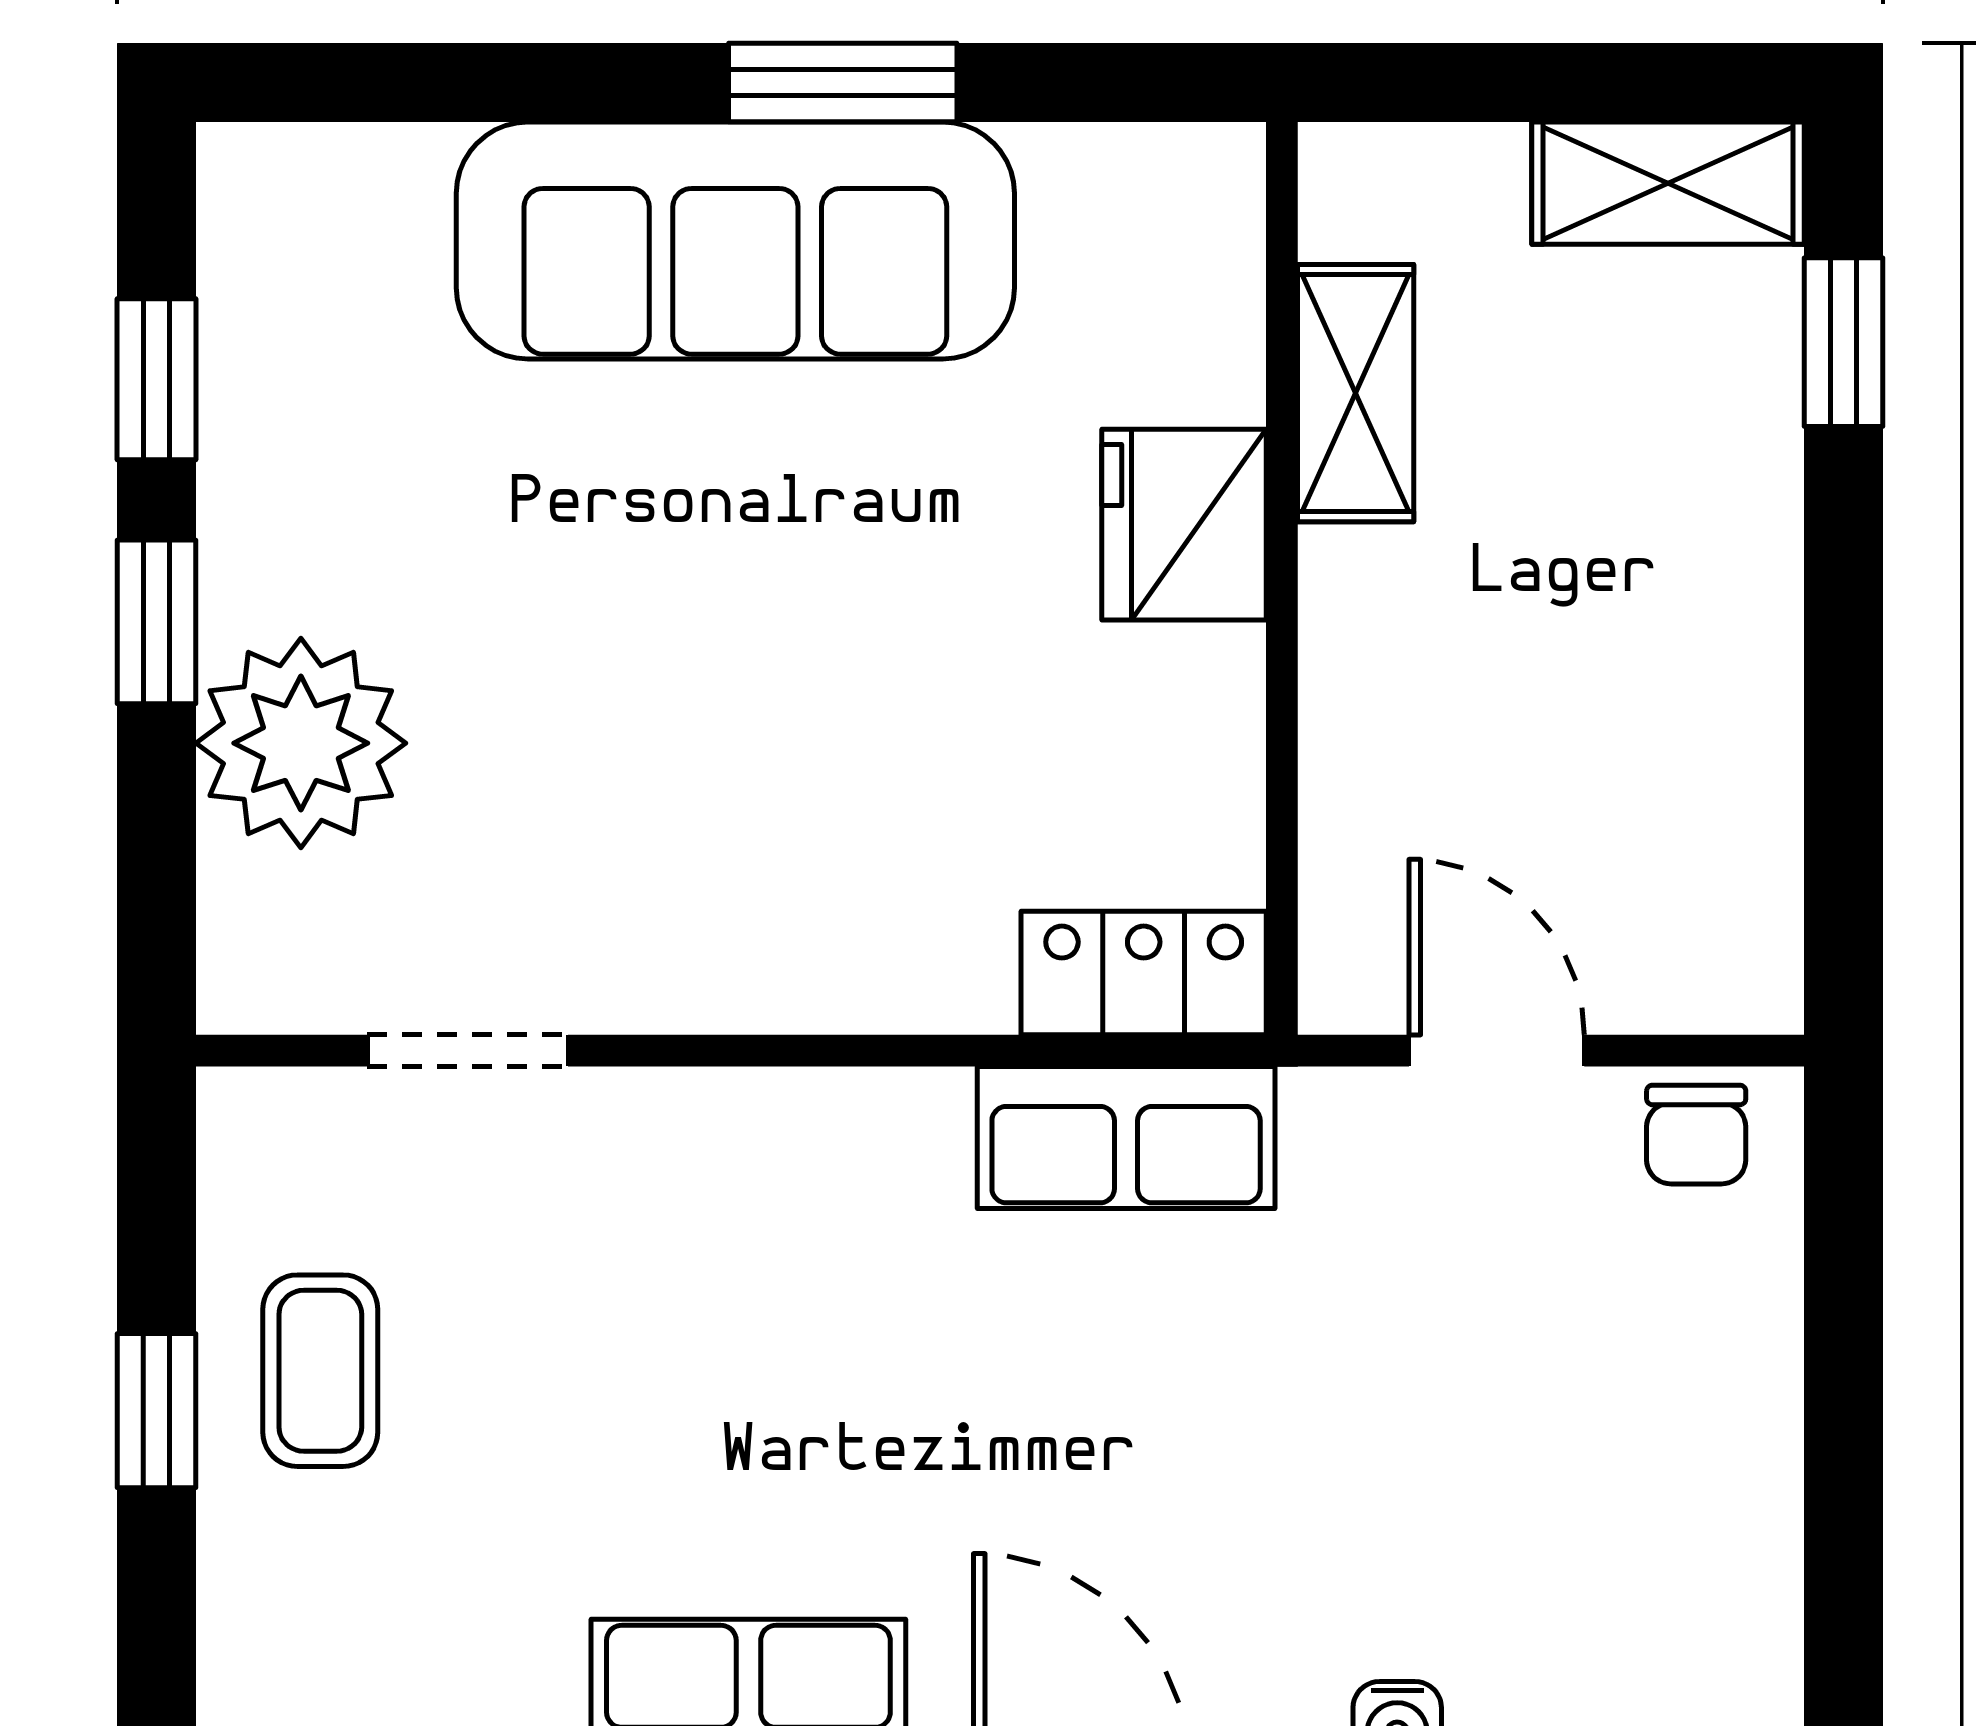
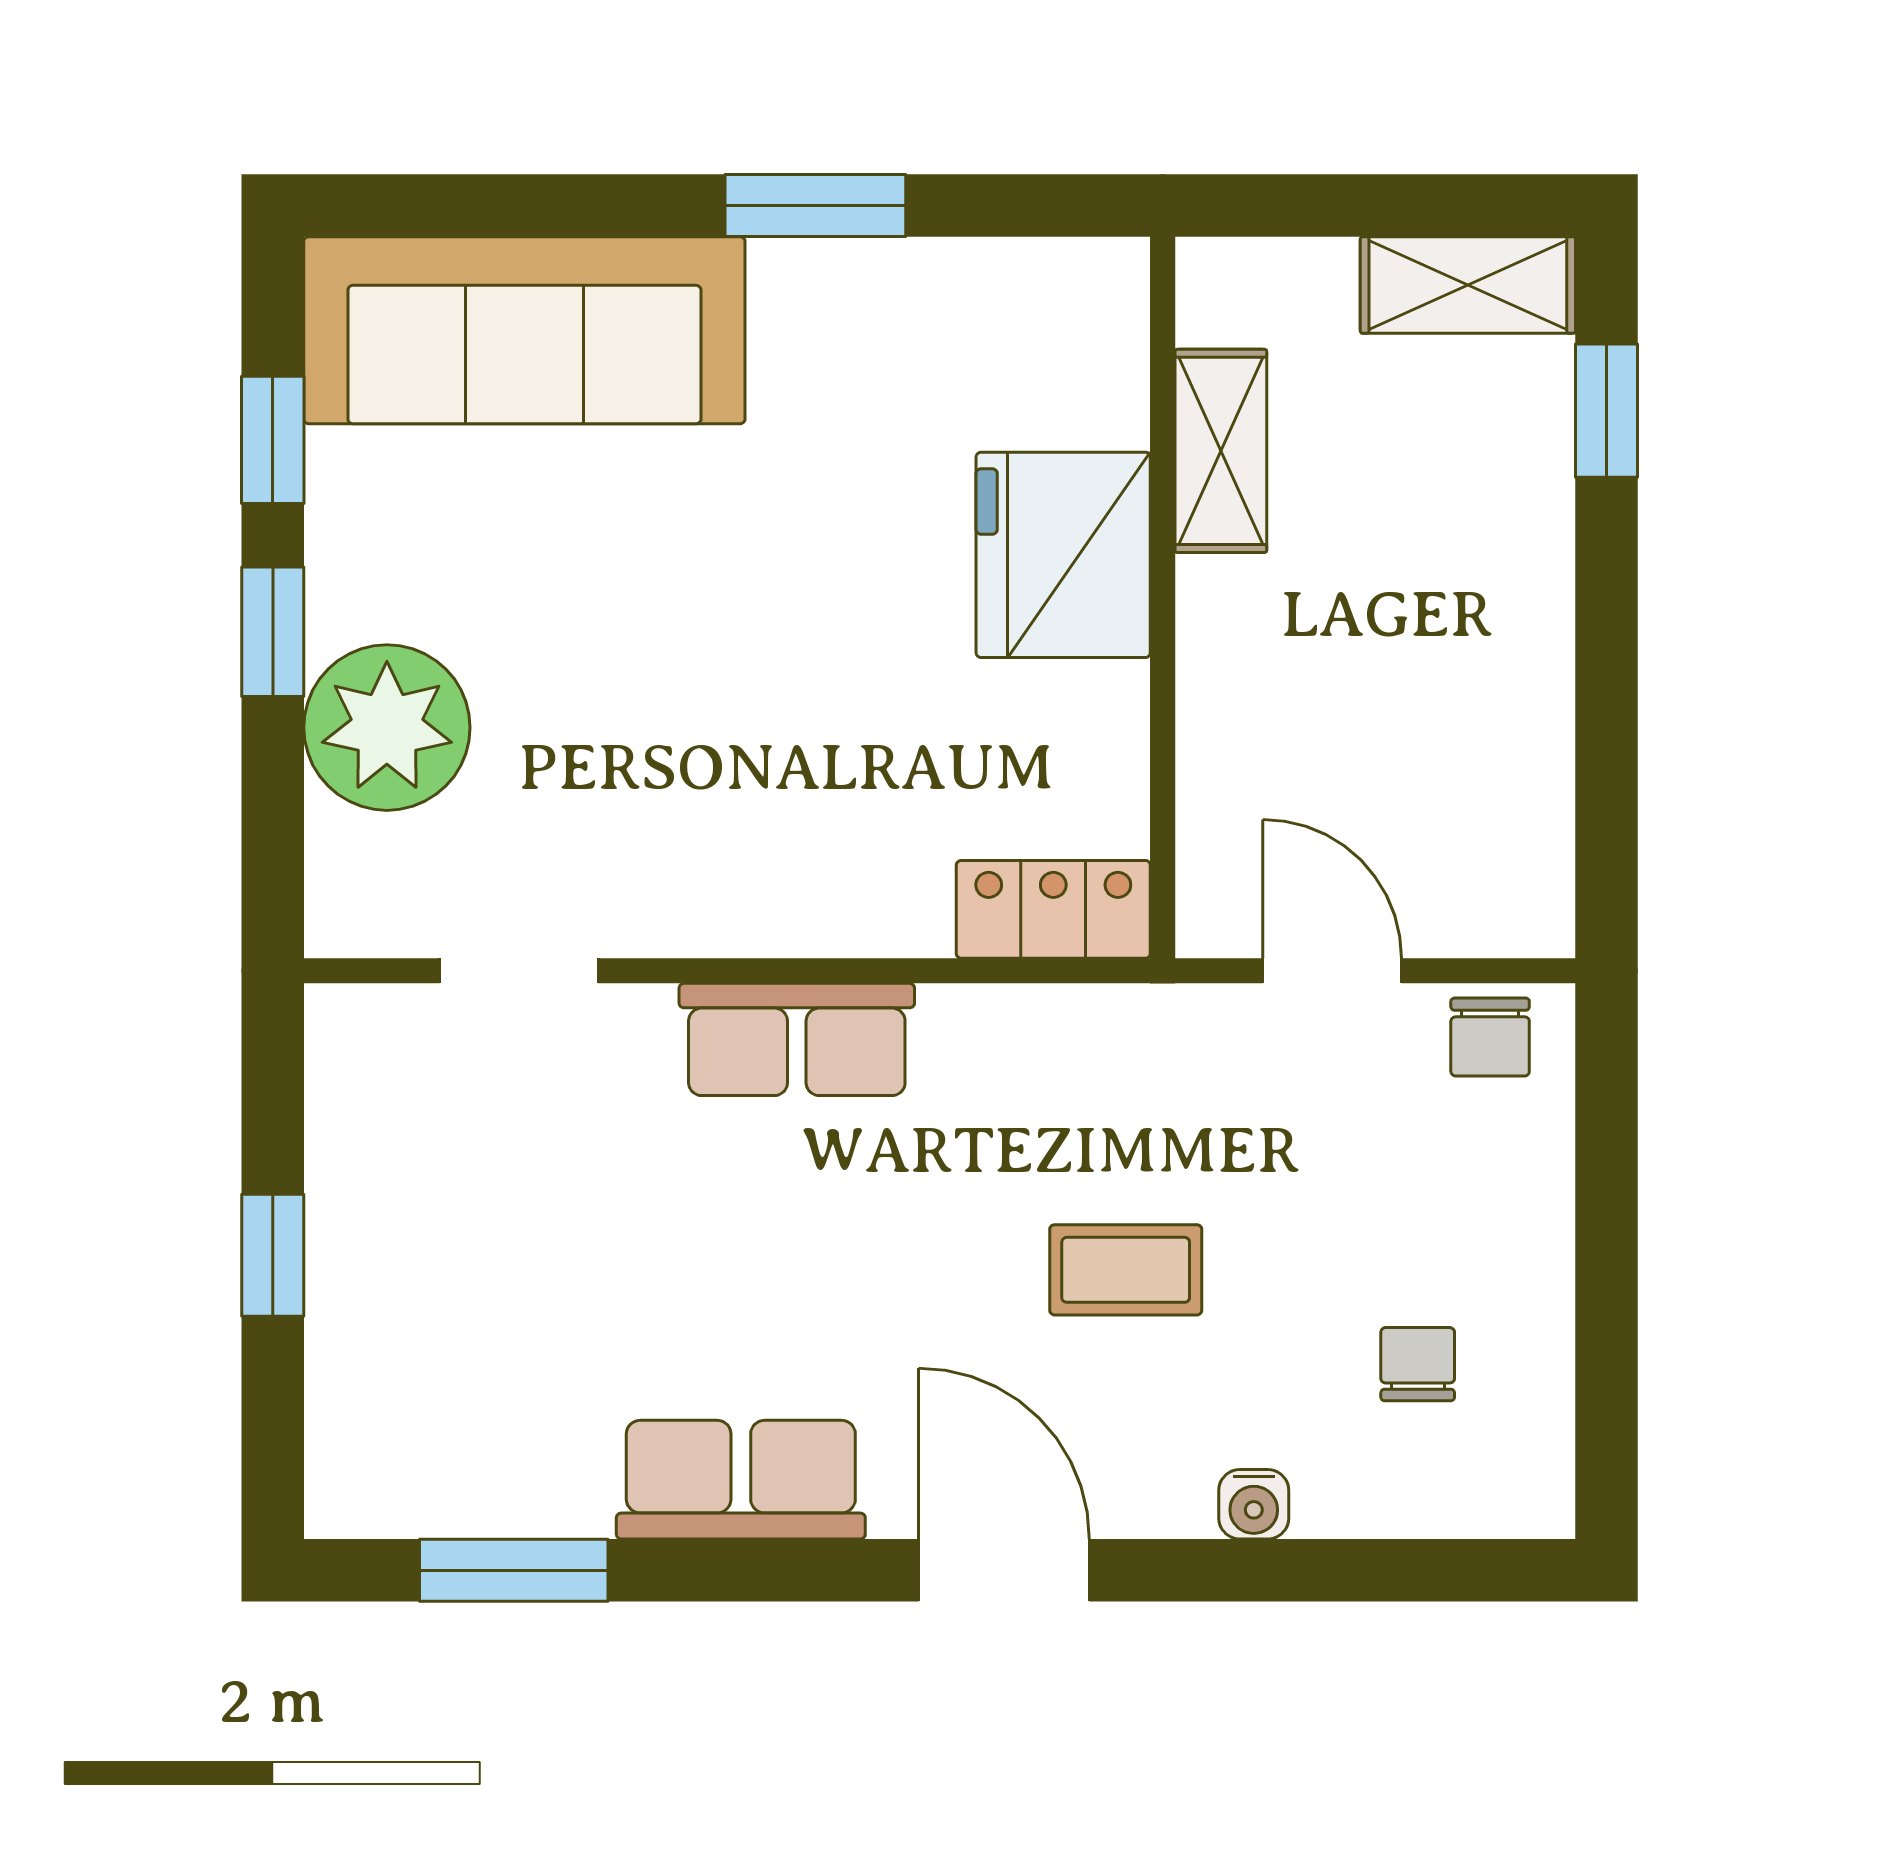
sofa: (735, 240) -> (524, 330), moved
fridge: (1184, 525) -> (1063, 555), width x1.36, depth x1.34
row of seats: (1126, 1138) -> (797, 1039), moved
coffee table: (320, 1371) -> (1126, 1270), moved, turned 90
chair: (1605, 1548) -> (1418, 1364), added

